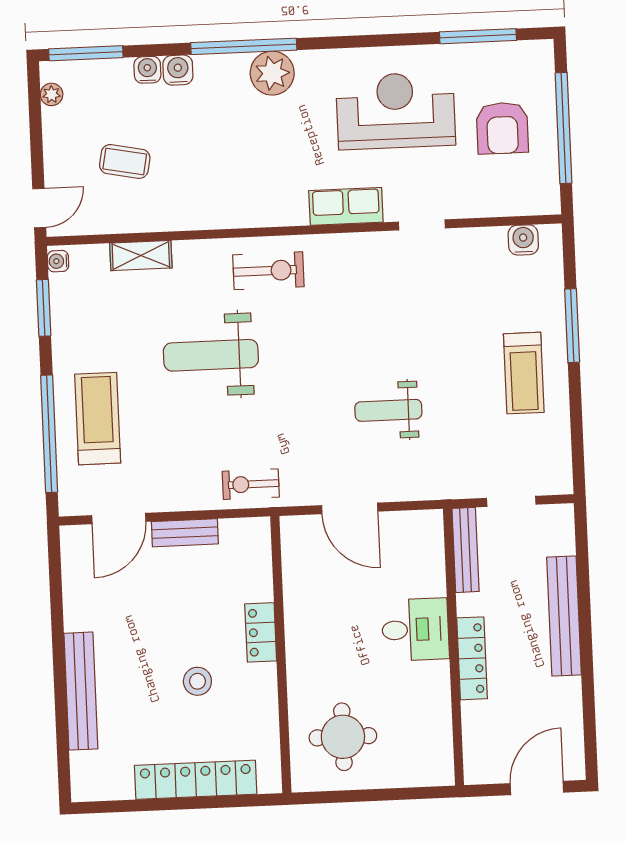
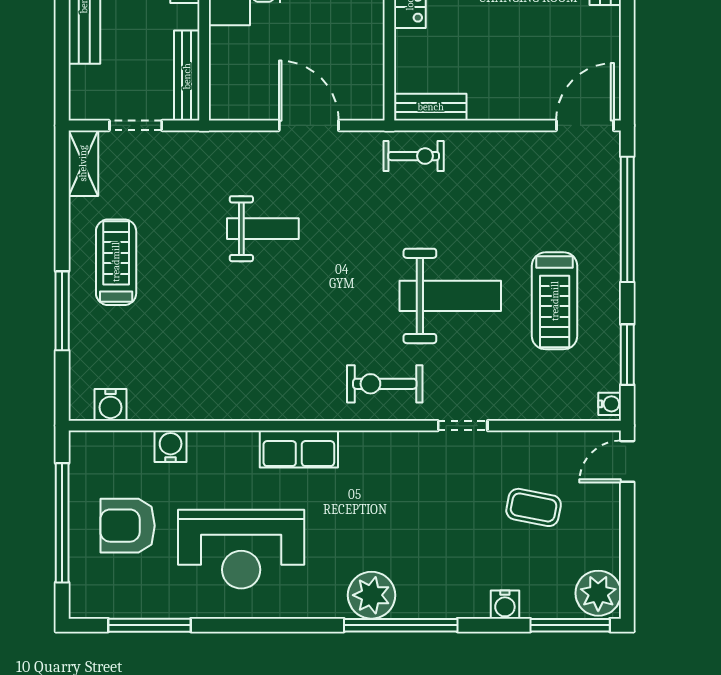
water cooler: (178, 70) -> (171, 446), moved, turned 180
plant: (52, 94) -> (598, 593), width x1.87, depth x1.87
armchair: (502, 128) -> (128, 526), turned -90
doorway: (422, 225) -> (463, 426), moved
shelving: (141, 256) -> (83, 163), moved, turned 90
treadmill: (98, 419) -> (555, 301), moved
door: (119, 518) -> (585, 125), moved
bench: (185, 533) -> (431, 107), moved

